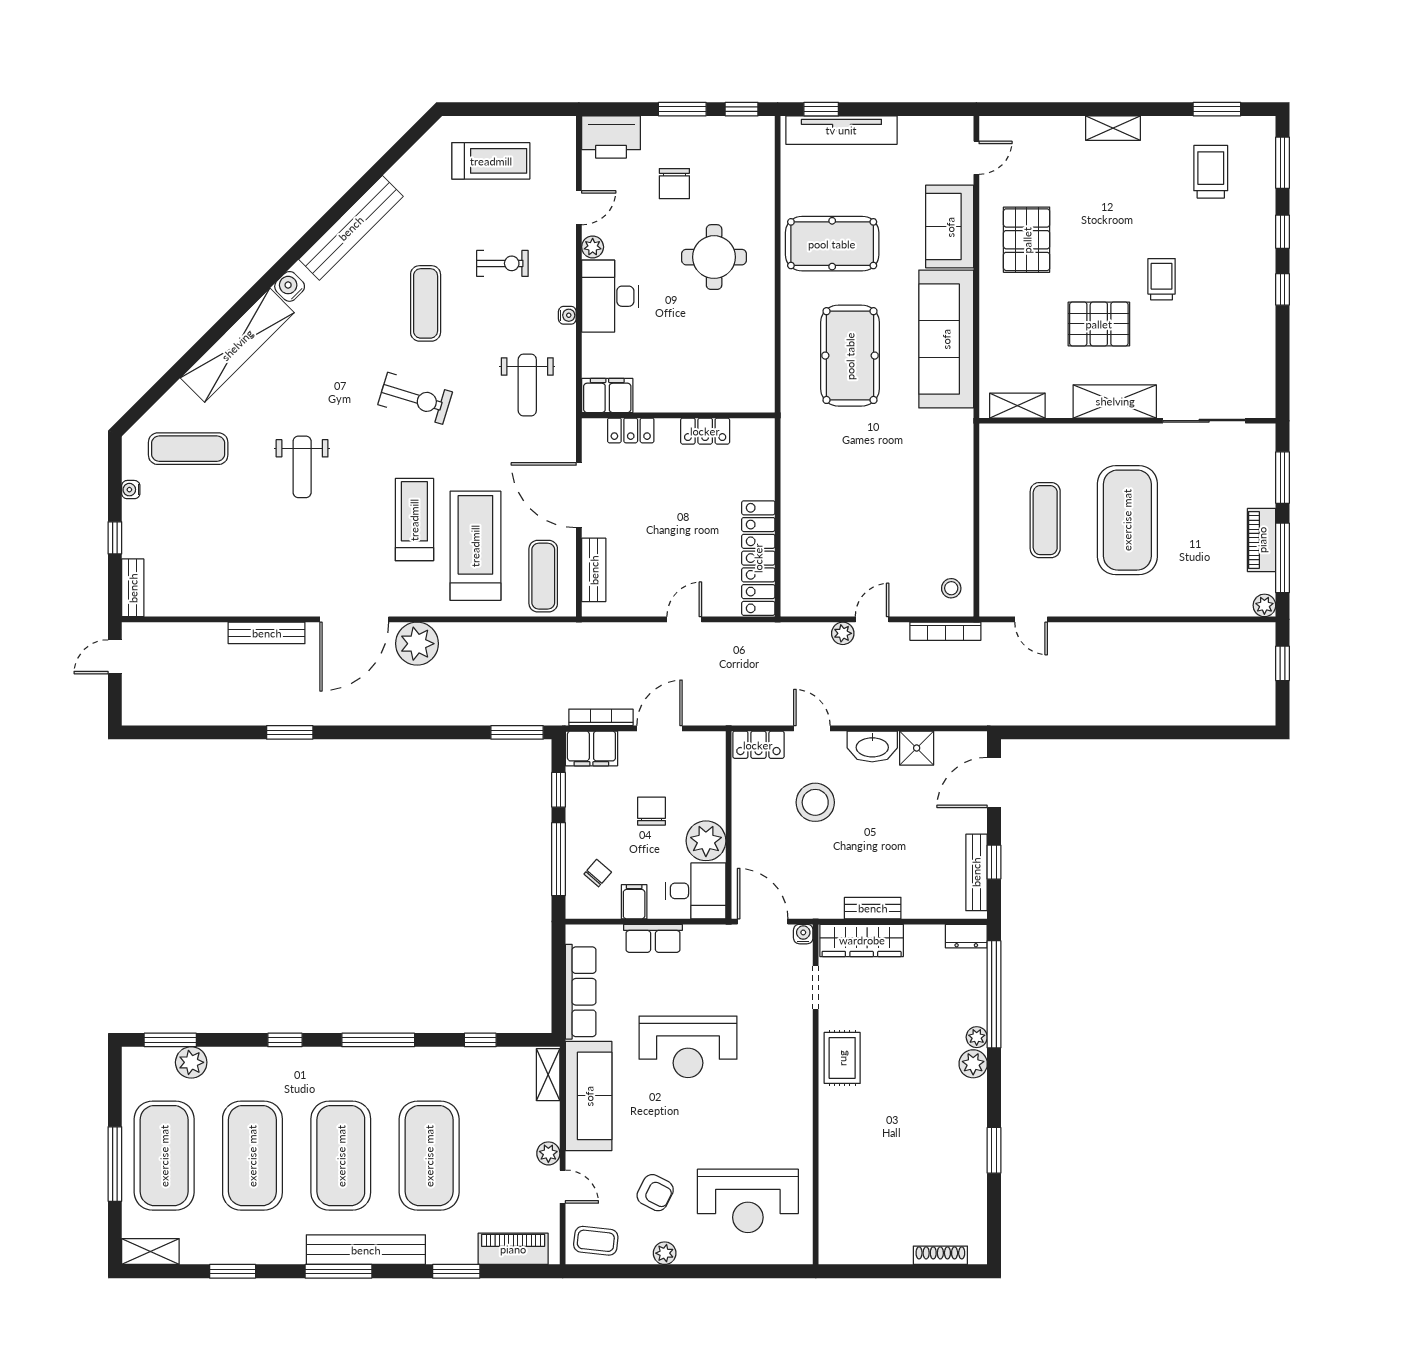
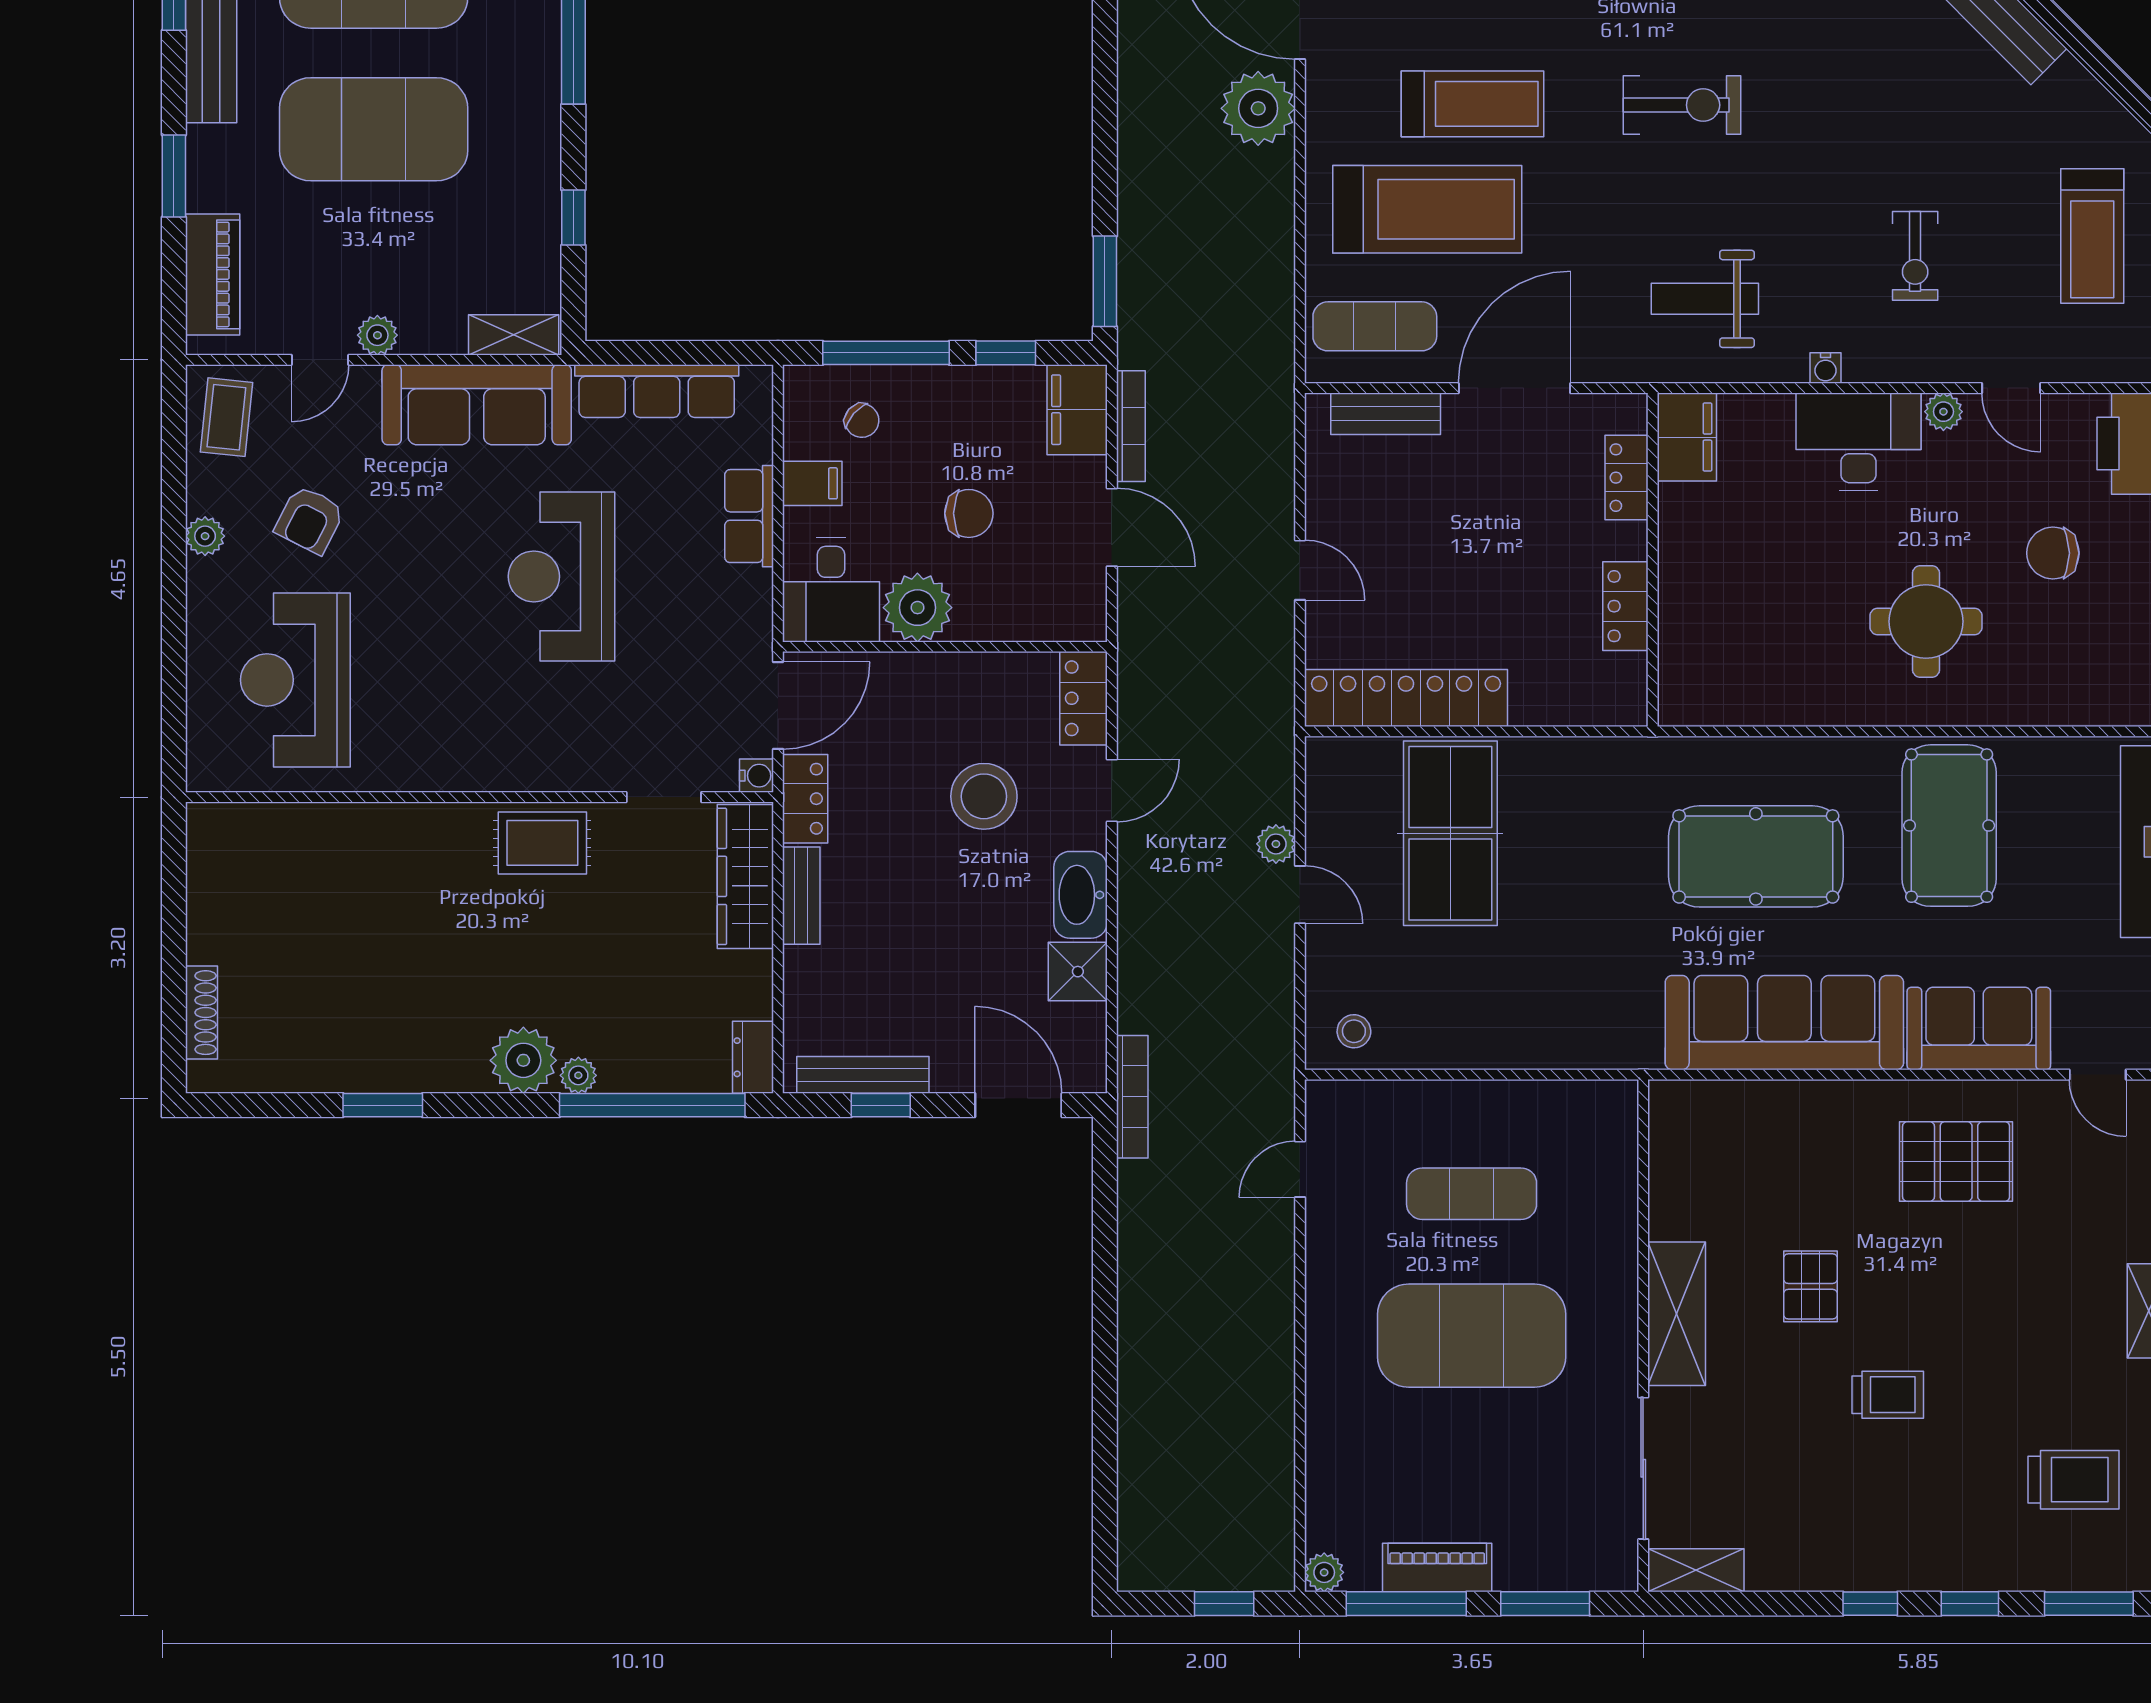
exercise mat: (426, 303) -> (1846, 123), removed
pallet: (1099, 324) -> (1810, 1286), width x0.67, depth x0.71
exercise bike: (415, 398) -> (1682, 105), turned -107
shelving: (1017, 406) -> (1696, 1570), moved, turned 90
table tennis table: (837, 532) -> (1450, 833), added
bookcase: (945, 631) -> (1132, 1097), moved, turned 180
locker: (817, 906) -> (805, 799), added
plant: (973, 1064) -> (523, 1060), width x1.36, depth x1.36

